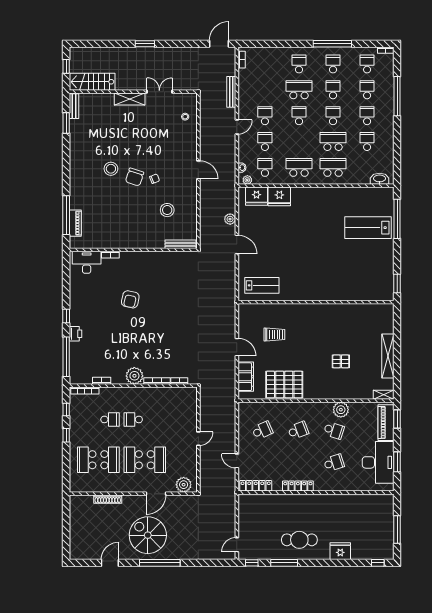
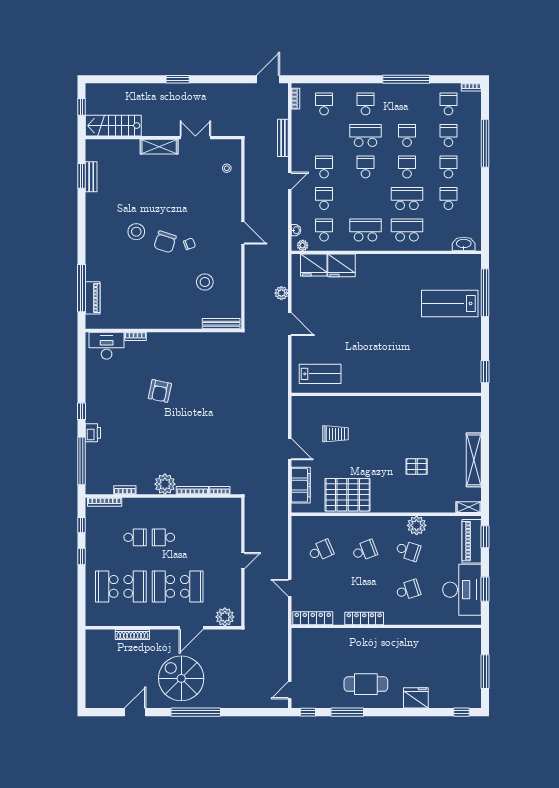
school desk: (333, 64) -> (324, 104), moved
bench: (74, 106) -> (91, 177), moved

